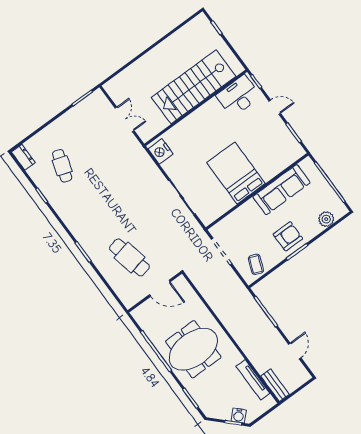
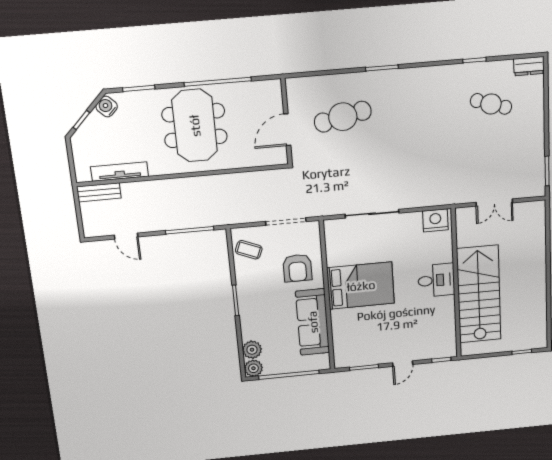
desk: (238, 96) -> (436, 280), moved, width x0.73
plant: (339, 210) -> (253, 368), added
armchair: (288, 236) -> (297, 268), moved
water cooler: (239, 415) -> (107, 107), moved

